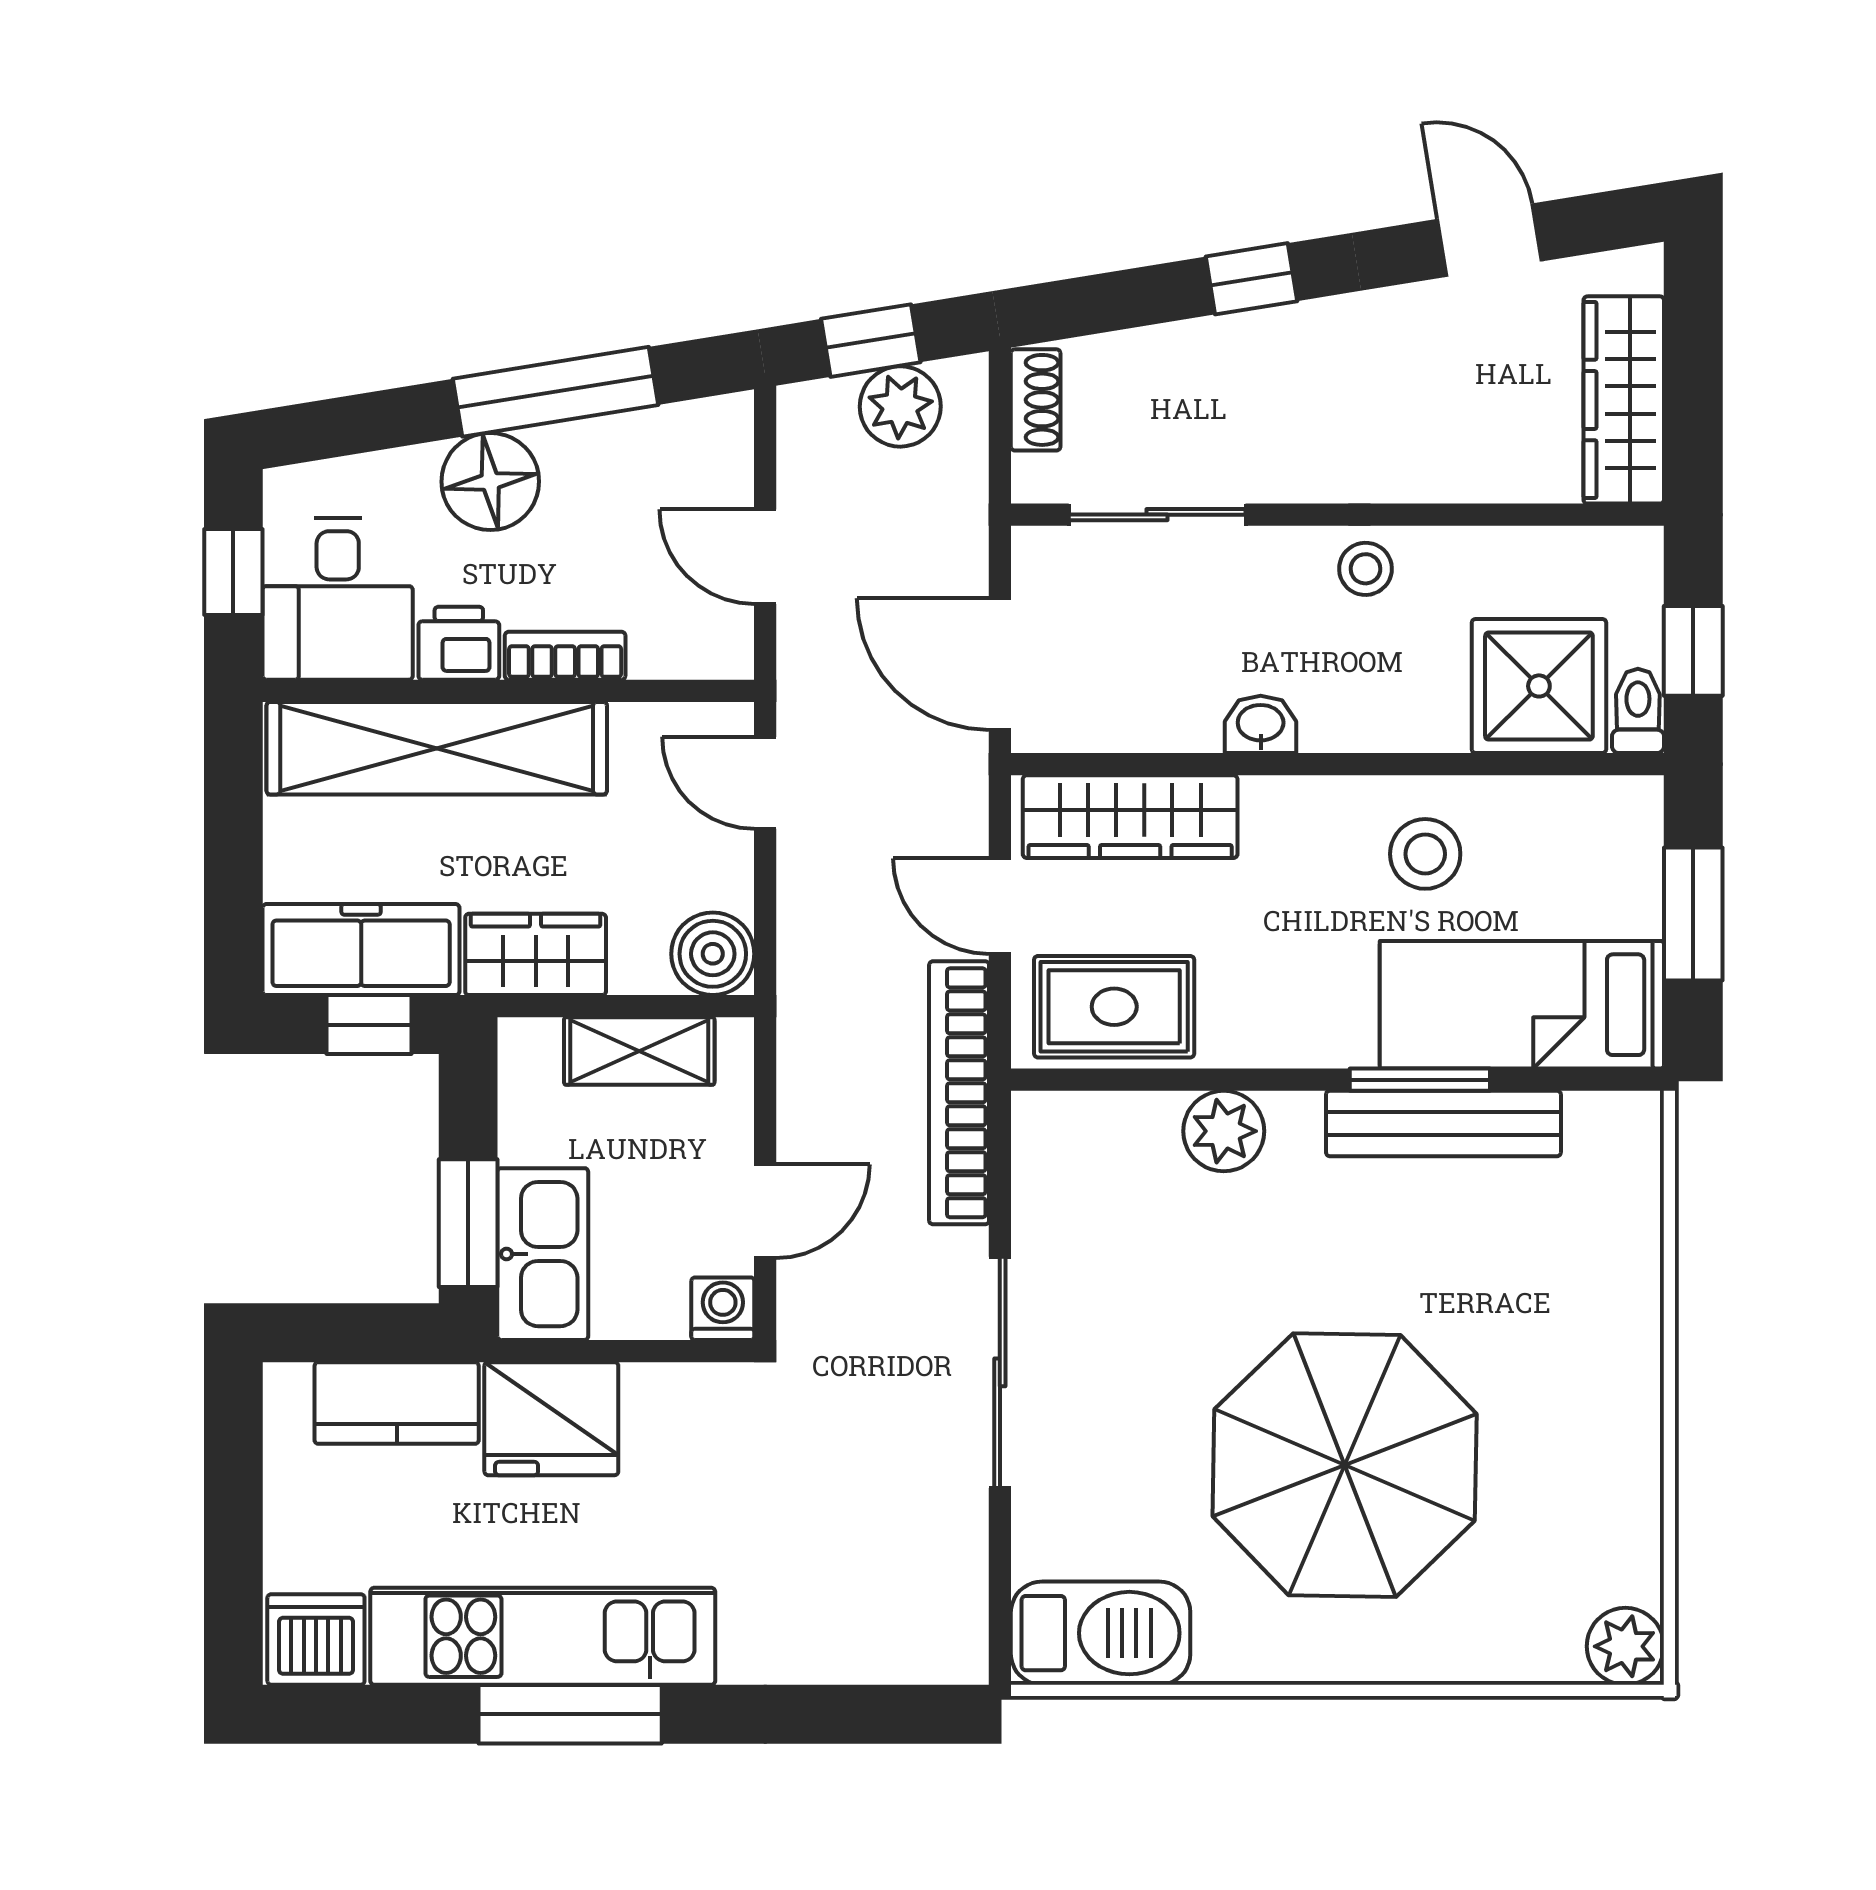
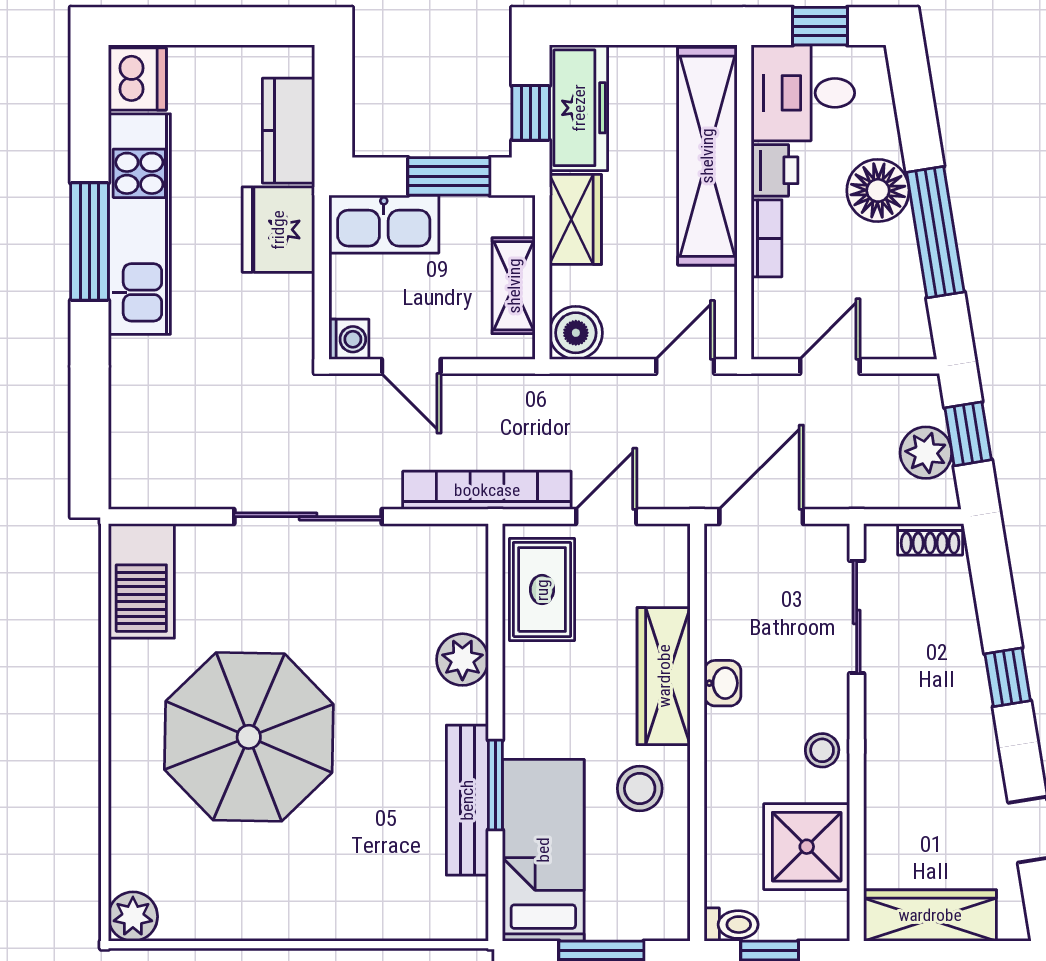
shower: (1539, 686) -> (807, 847), moved
wardrobe: (1130, 817) -> (664, 676), moved
window: (468, 1223) -> (449, 176), moved

